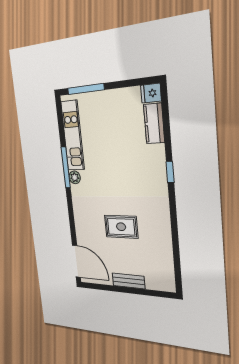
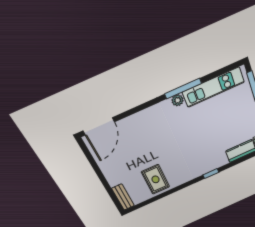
rug: (121, 227) -> (156, 179), moved
bench: (129, 281) -> (123, 197), moved

